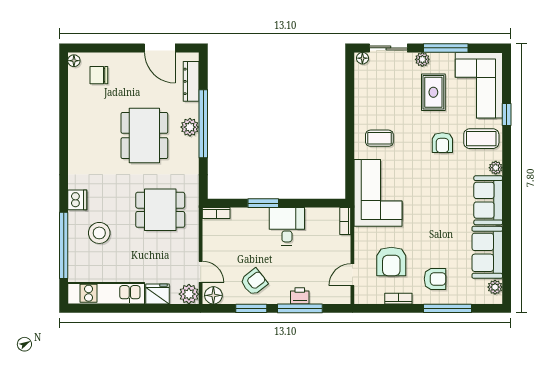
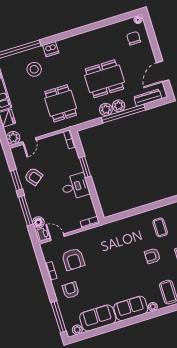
coffee table: (379, 138) -> (160, 227), moved
armchair: (442, 143) -> (152, 256), moved
plant: (189, 147) -> (106, 109), added
corner sofa: (378, 193) -> (114, 237), removed
armchair: (391, 261) -> (73, 259), turned -90
armchair: (435, 279) -> (71, 290), turned 180
floor lamp: (213, 295) -> (38, 222), moved
printer: (300, 296) -> (42, 235), moved
window: (448, 308) -> (59, 317), moved

